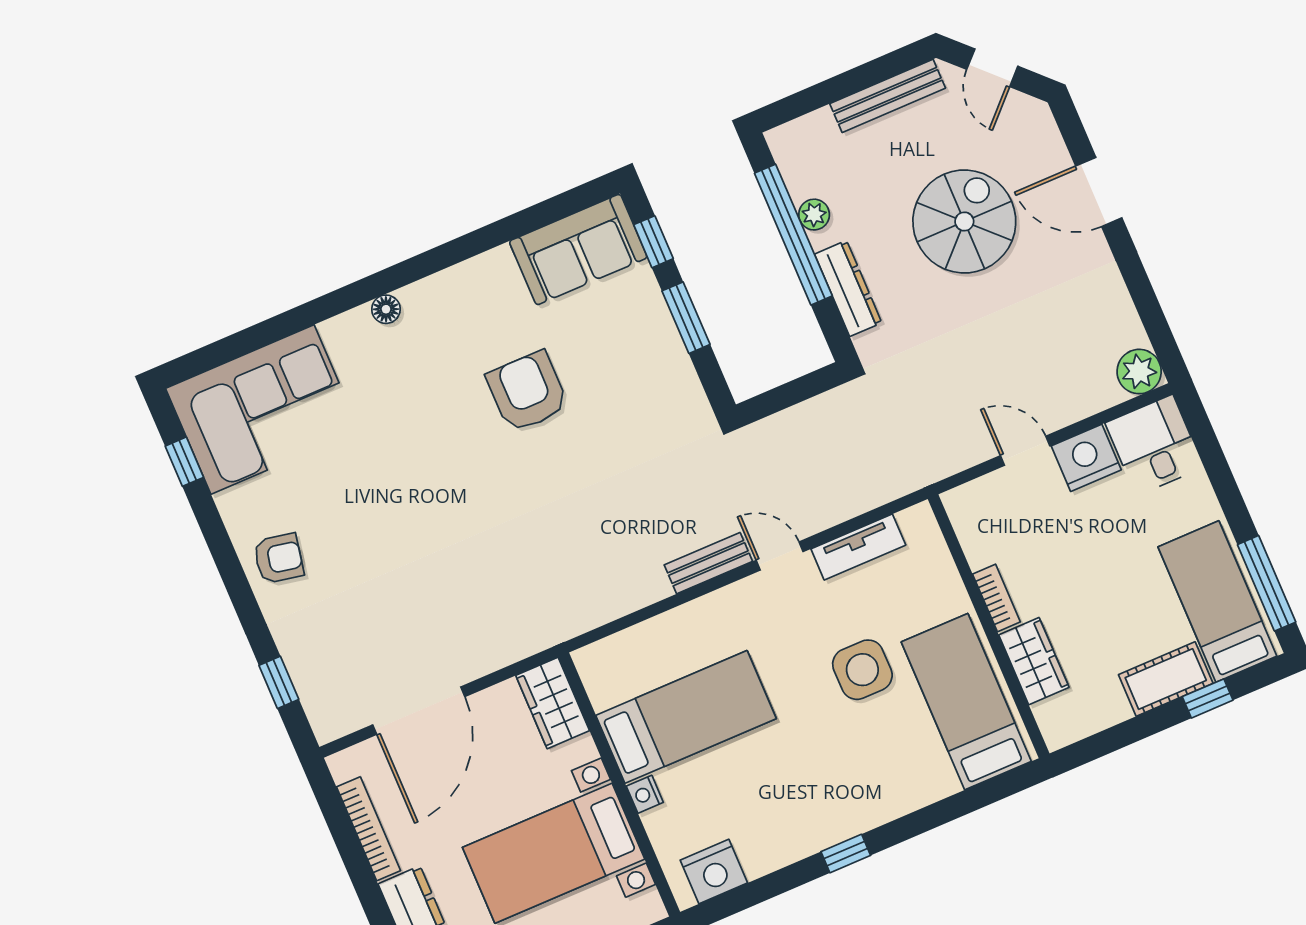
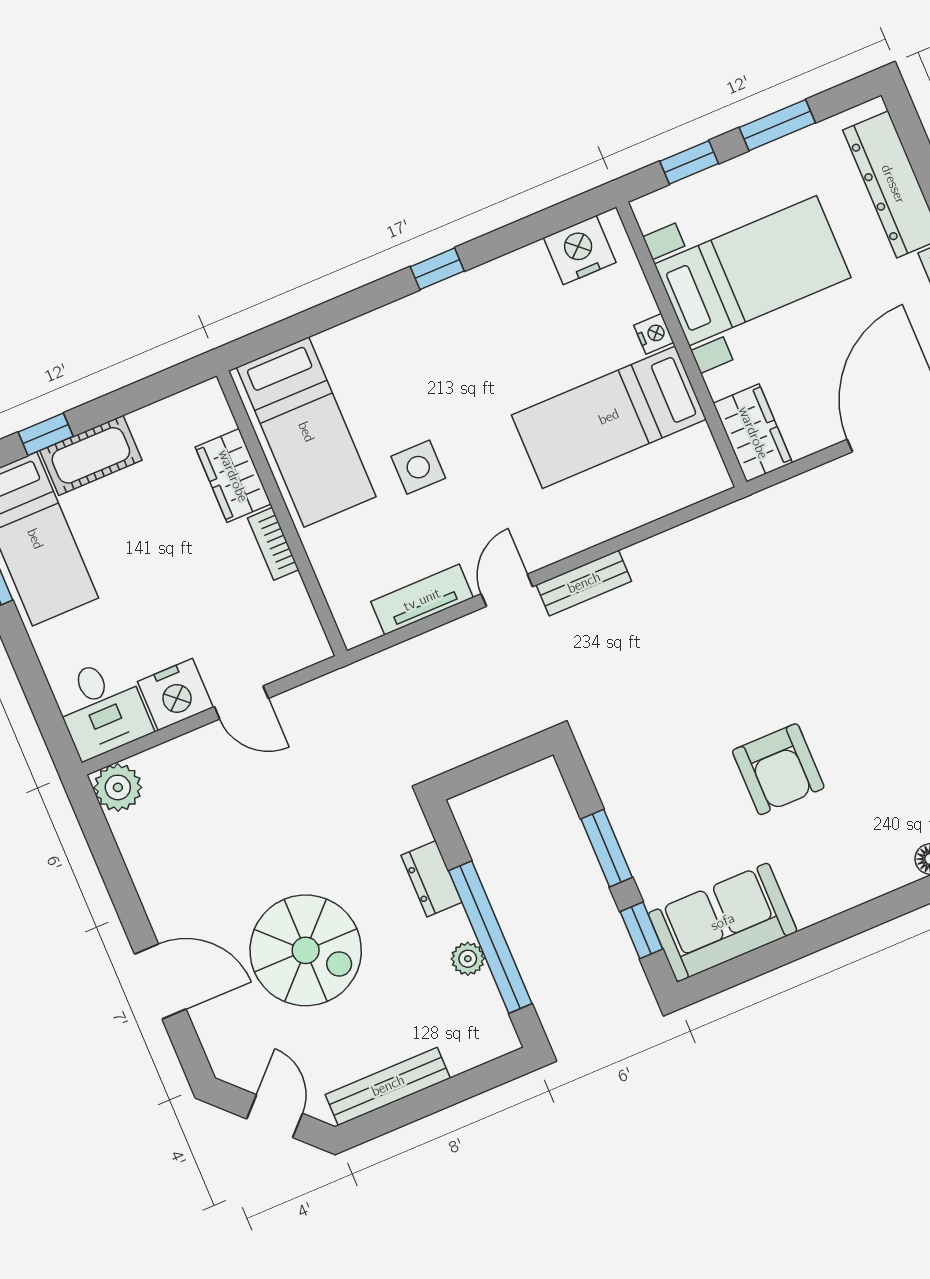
spiral stairs: (964, 222) -> (306, 950), turned -90
dresser: (848, 288) -> (431, 879), width x0.70
door: (780, 556) -> (507, 590), swing flipped
side table: (862, 670) -> (418, 467), width x0.73, depth x0.73

